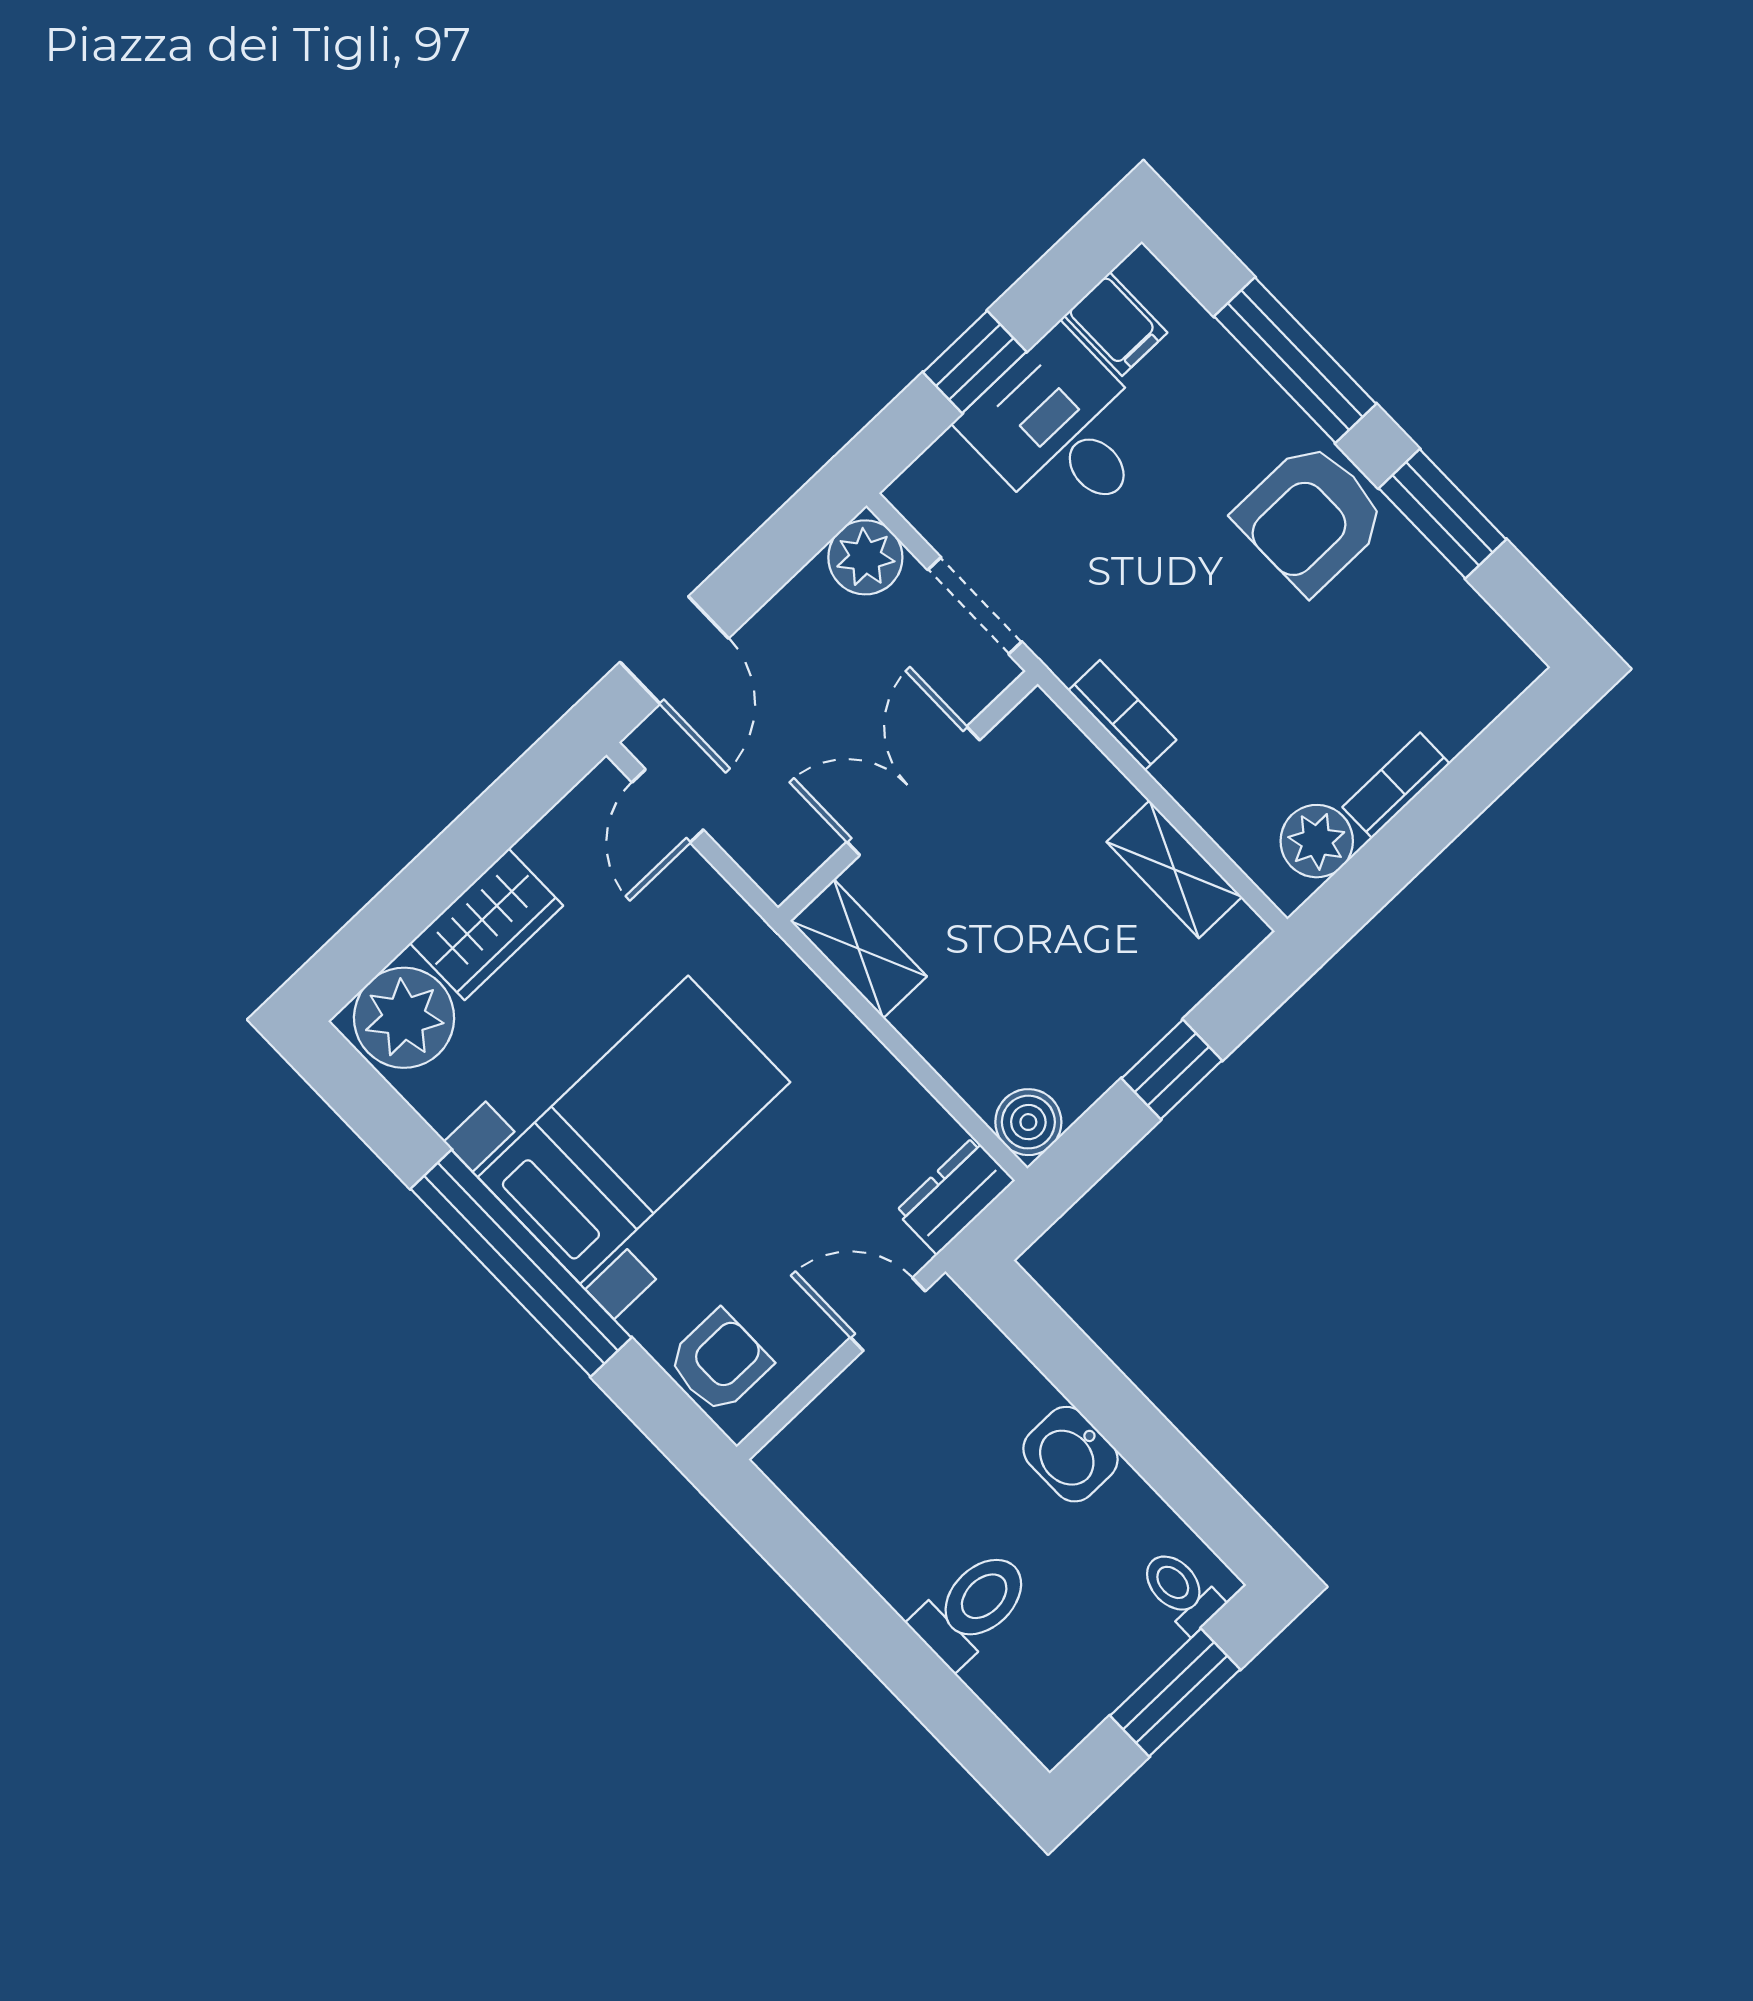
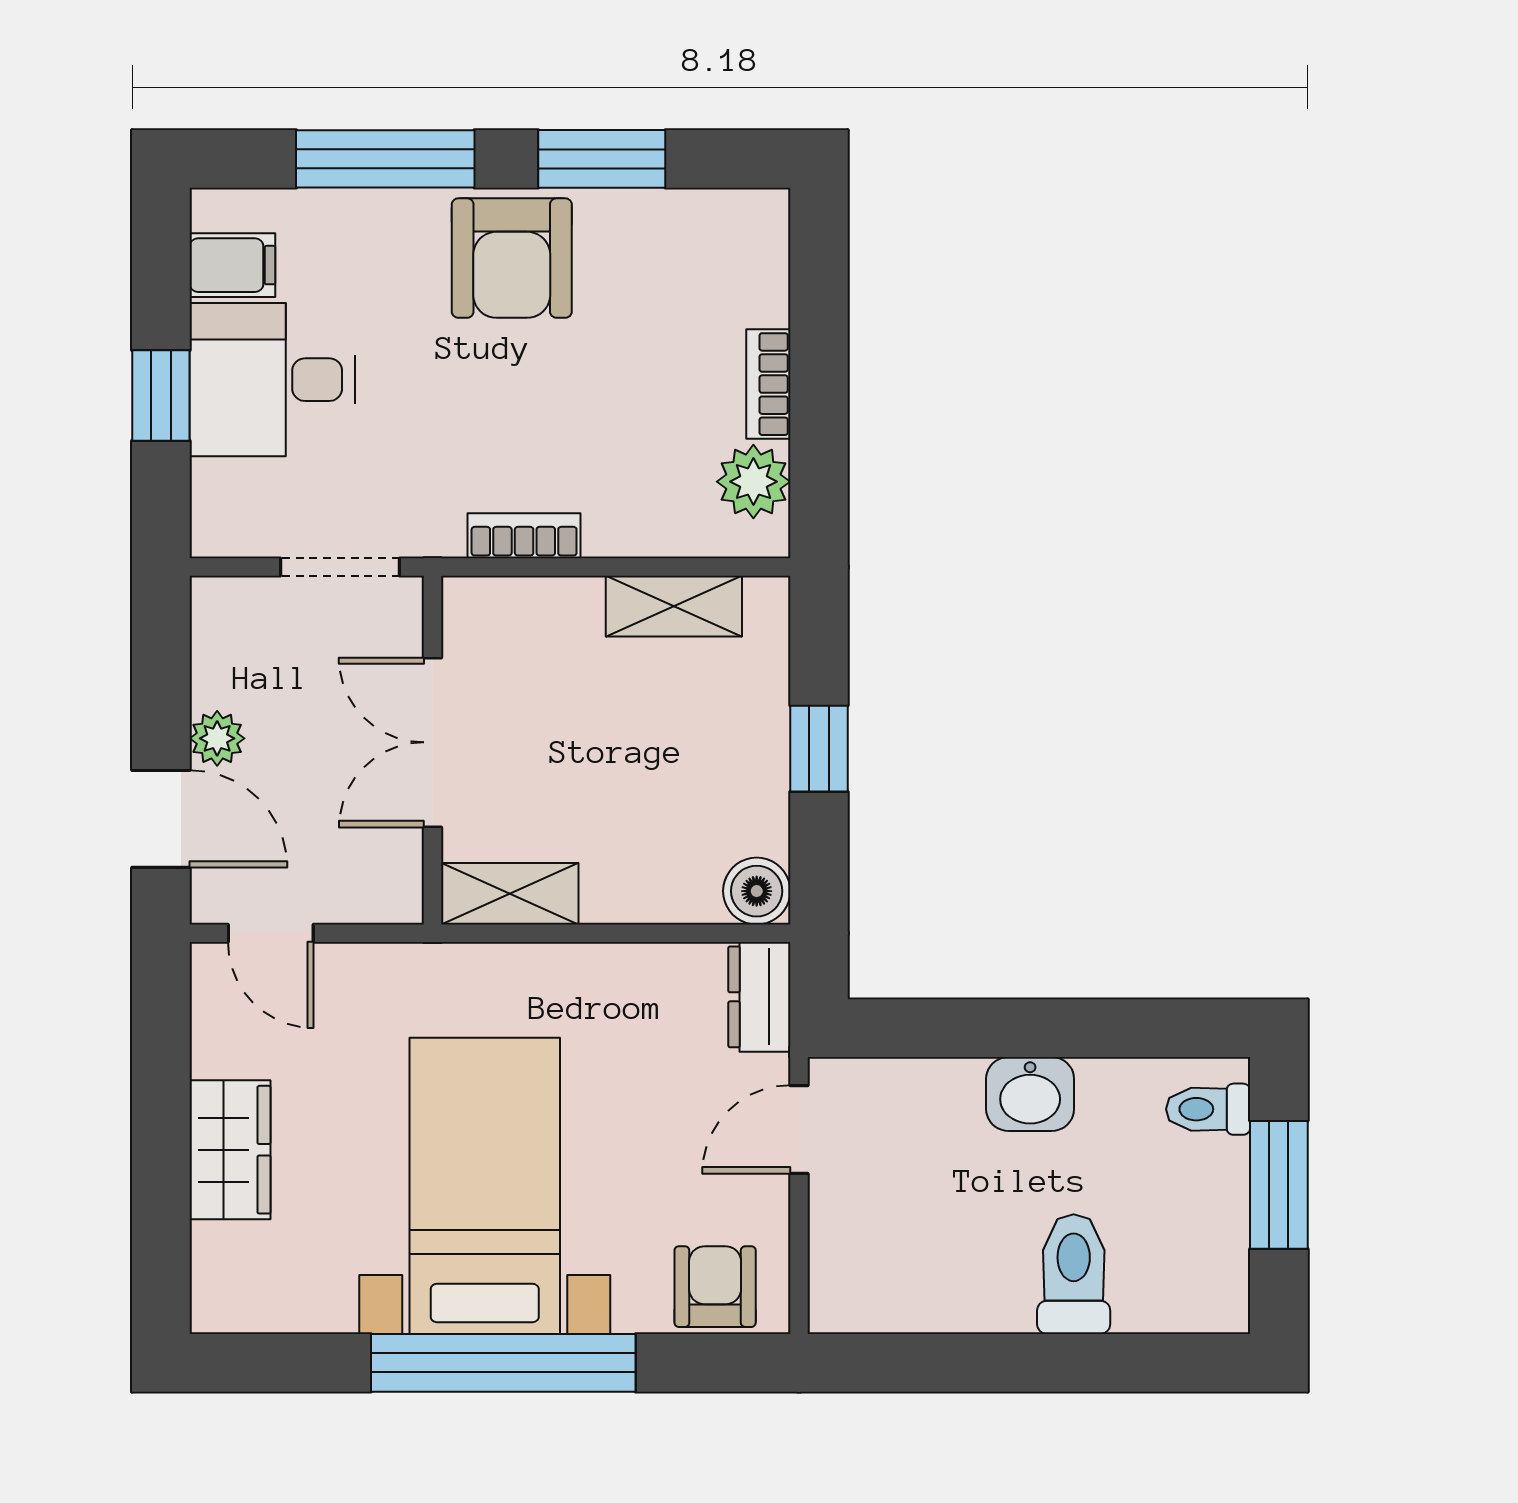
plant: (865, 557) -> (217, 738), moved, width x0.73, depth x0.73
plant: (404, 1018) -> (241, 1276), removed

